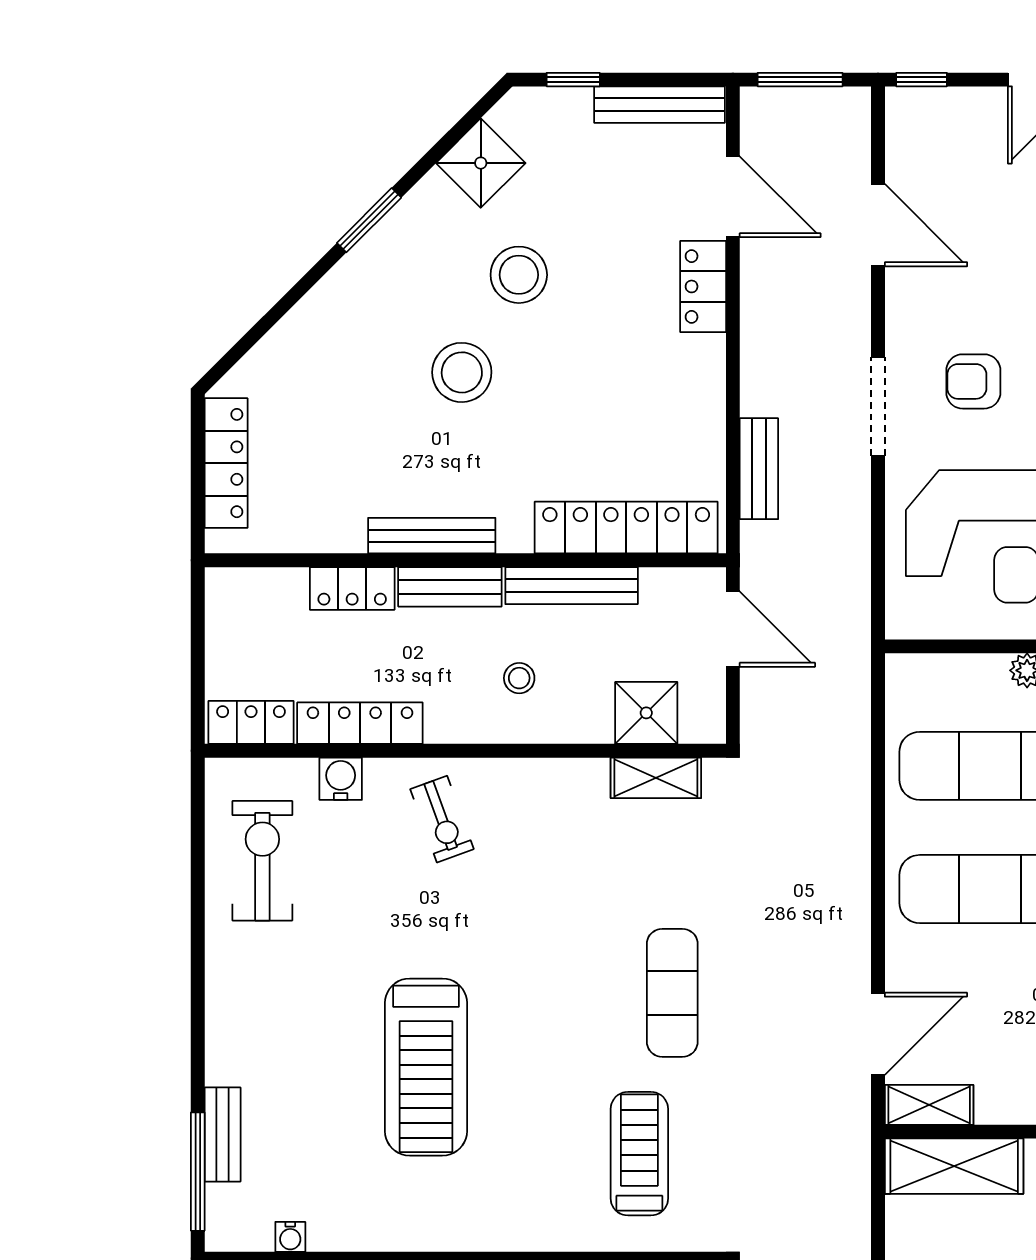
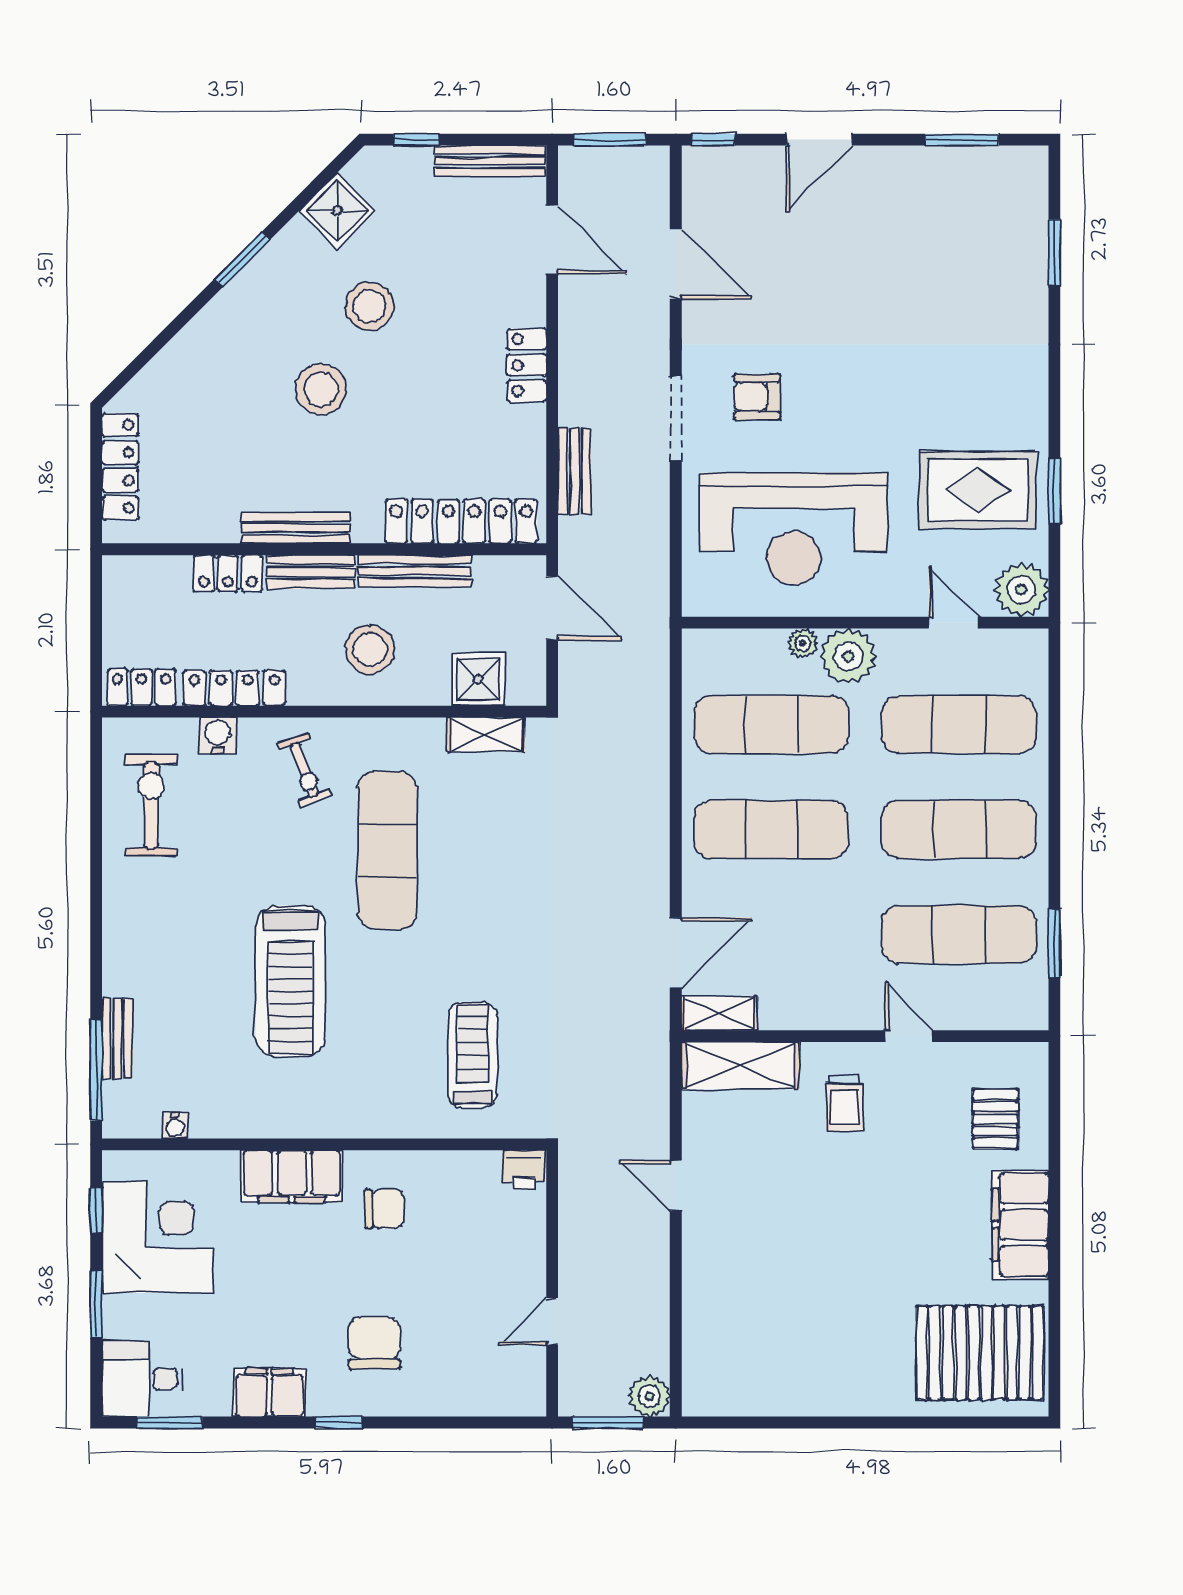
locker: (703, 286) -> (527, 365), moved
stool: (519, 678) -> (370, 650), width x1.89, depth x1.89
exercise mat: (672, 993) -> (387, 850), moved, width x1.36, depth x1.45

